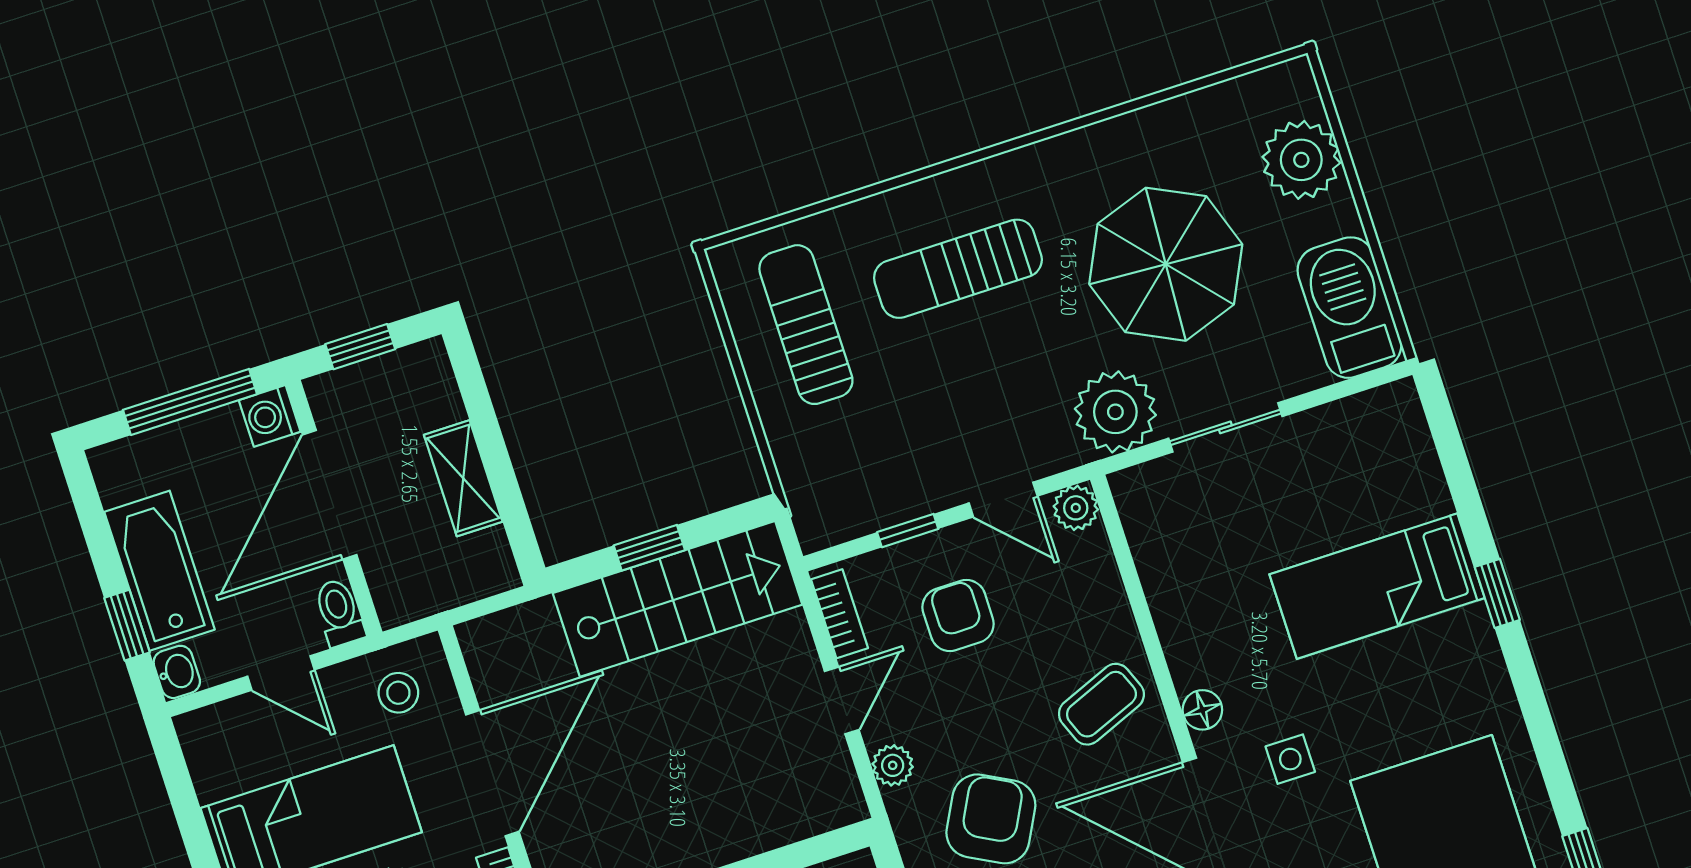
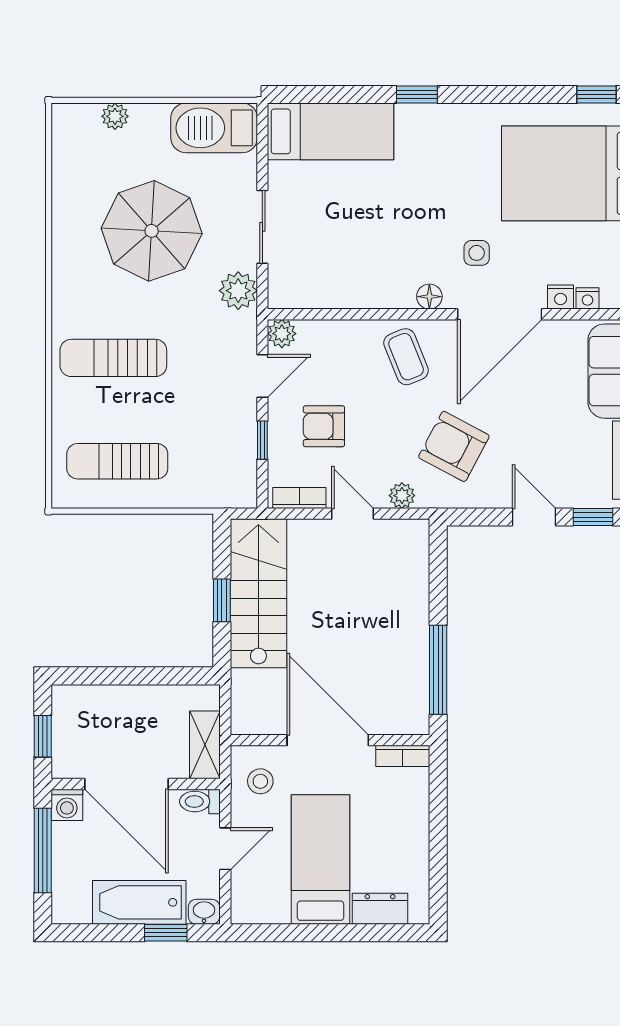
plant: (1301, 160) -> (115, 116), width x0.53, depth x0.53
sun lounger: (958, 269) -> (113, 358), turned 90
plant: (1115, 412) -> (238, 291), width x0.73, depth x0.73
shelving: (463, 478) -> (205, 745), moved, turned 90
bed: (1377, 586) -> (331, 131), moved, turned -90

